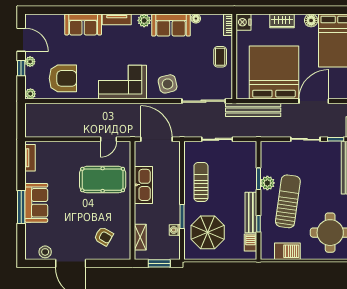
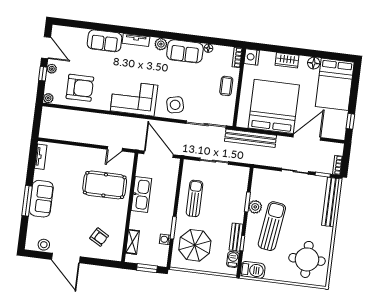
bench: (251, 213) -> (236, 237), width x0.73
barbecue: (287, 251) -> (253, 270), moved

